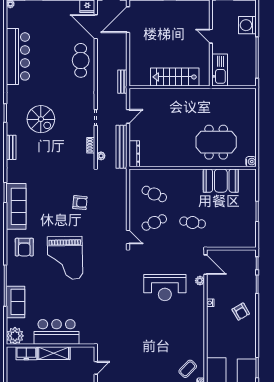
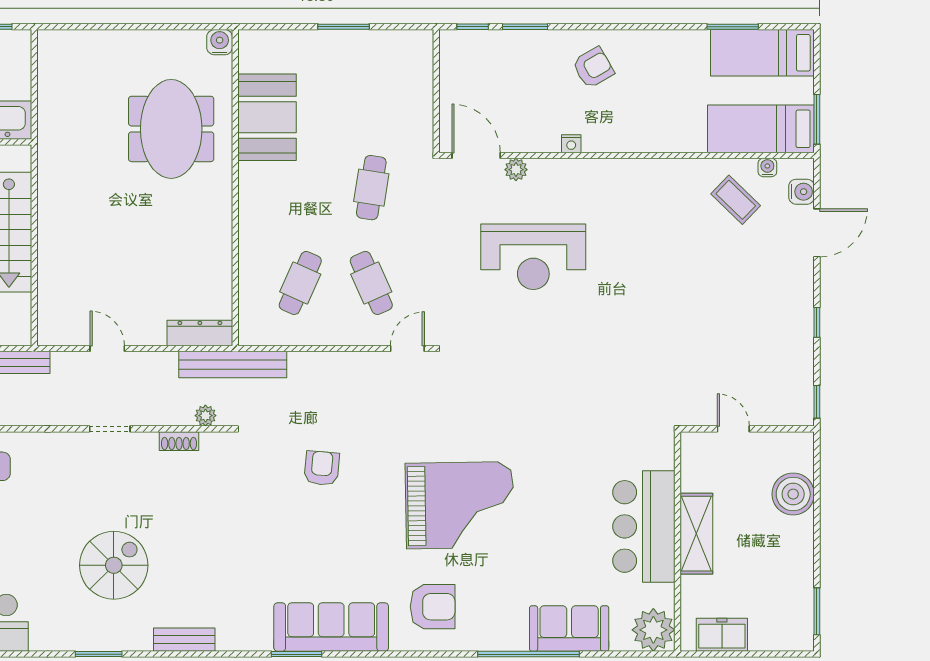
bench: (122, 147) -> (233, 365), moved
door: (205, 265) -> (476, 155), hinge flipped
reception desk: (165, 288) -> (533, 257), turned 90
freezer: (26, 353) -> (722, 635), moved, turned -90

